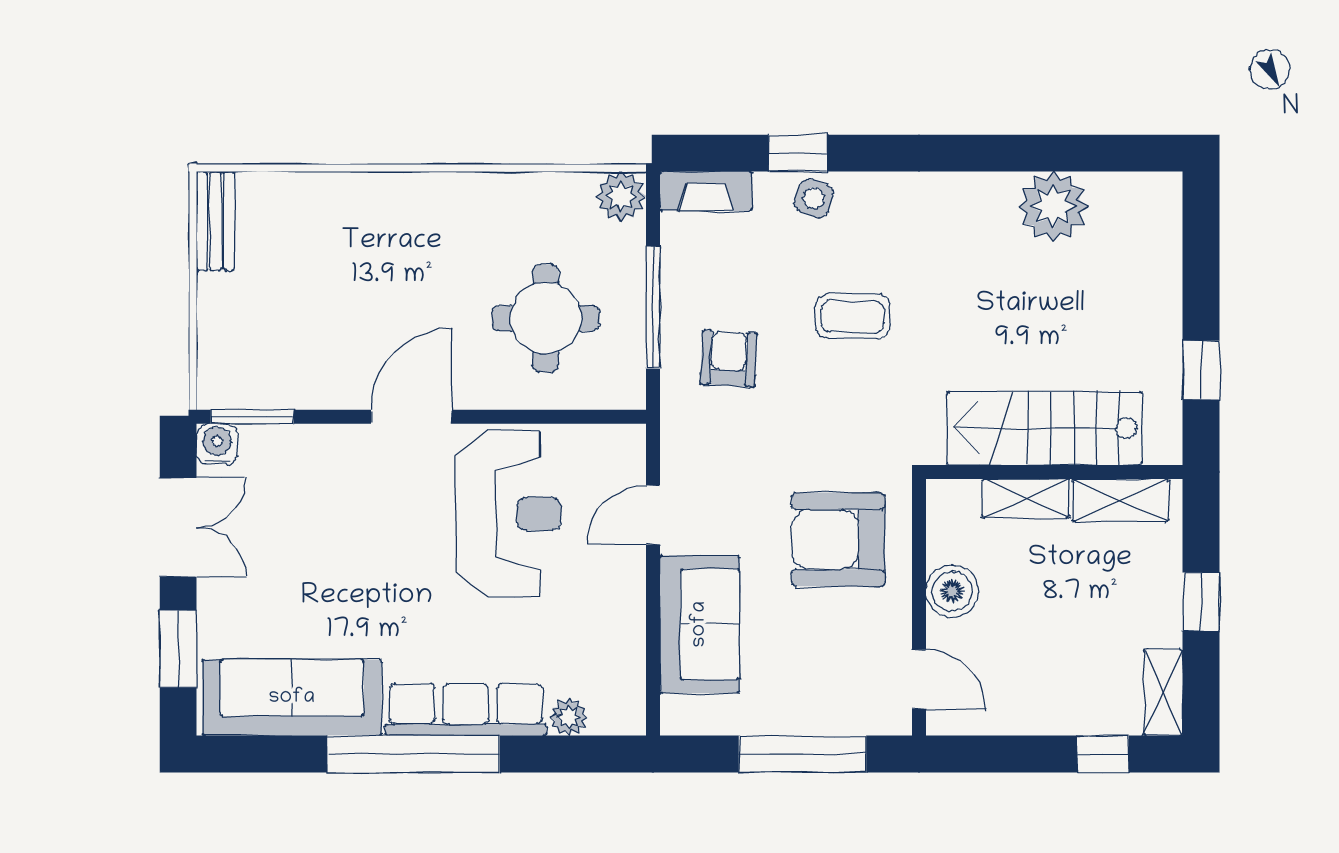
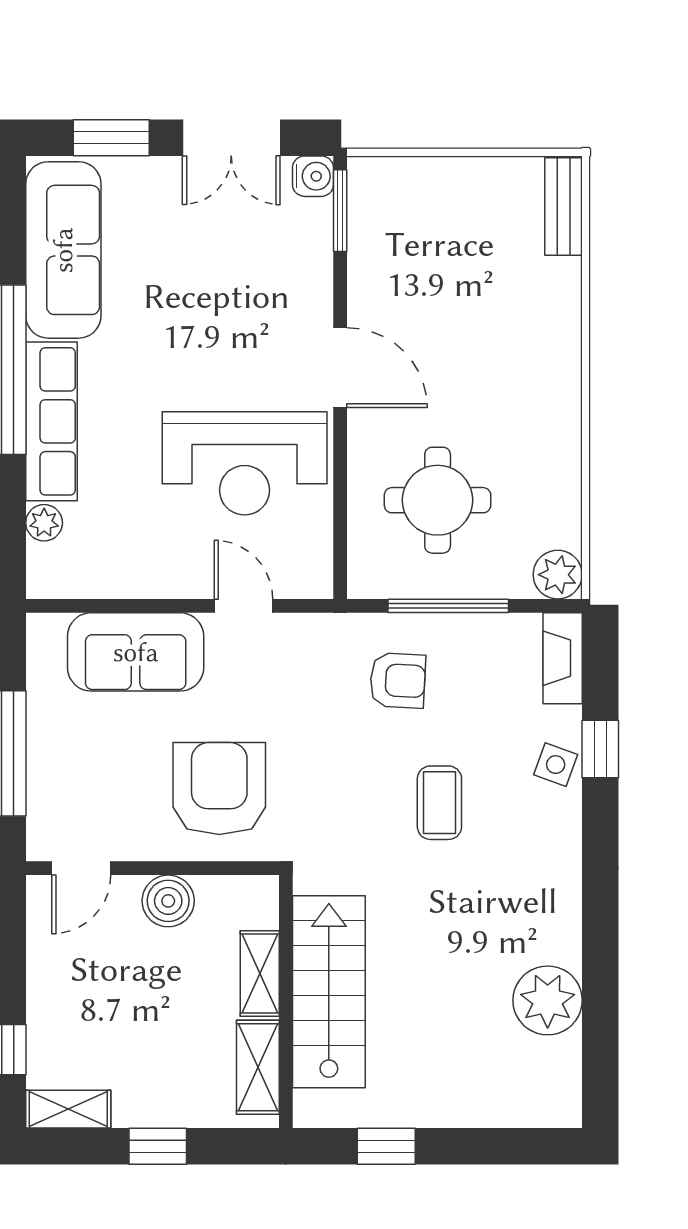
bench: (215, 221) -> (563, 207), moved, turned 90

